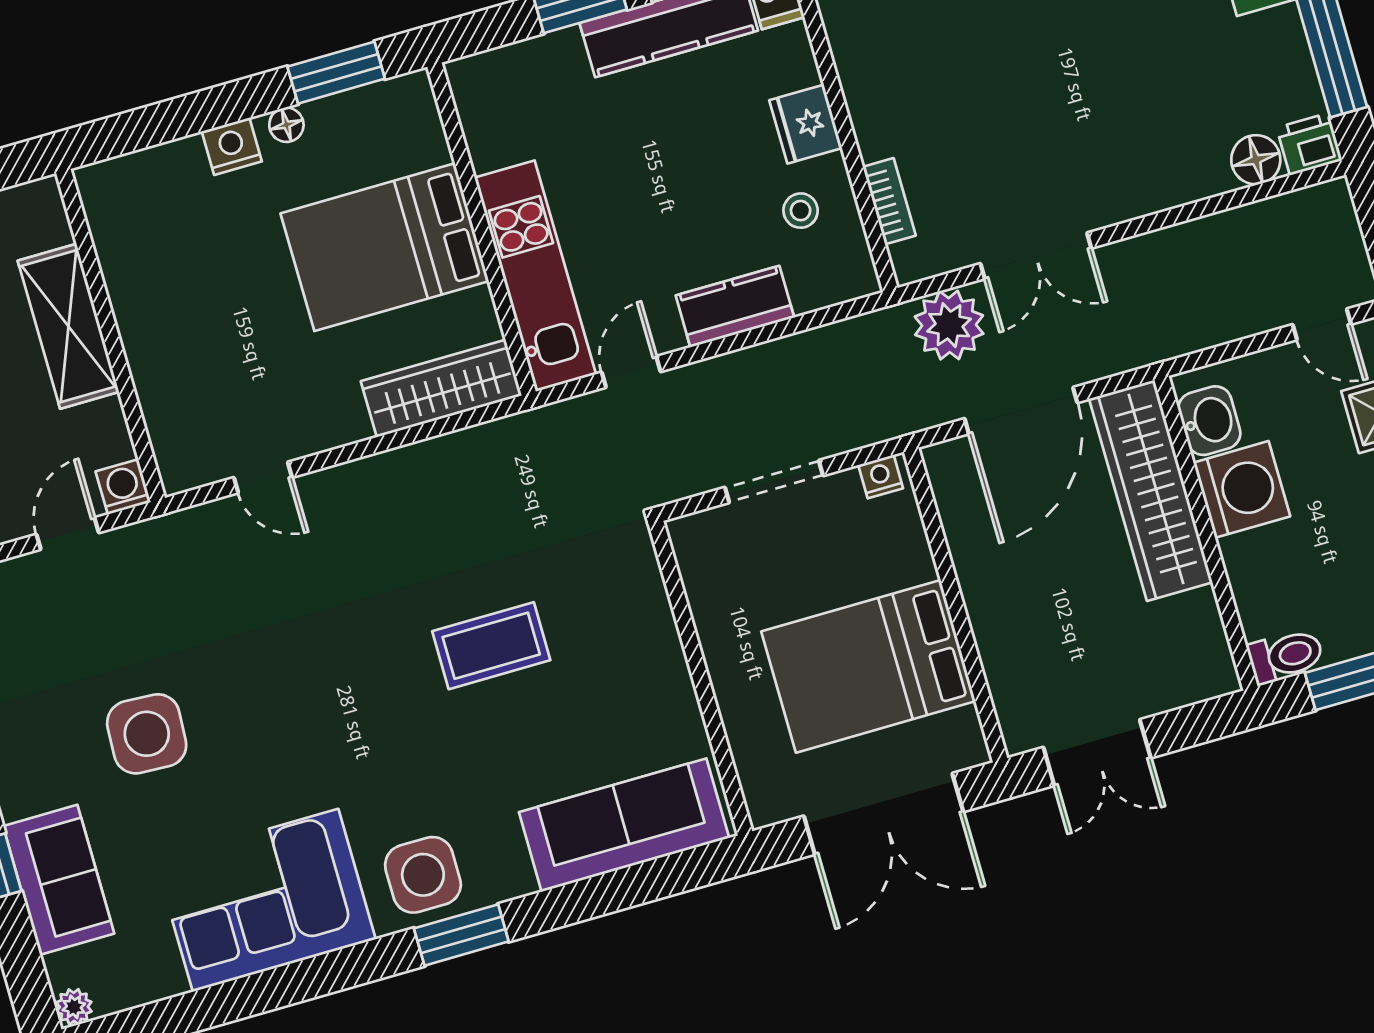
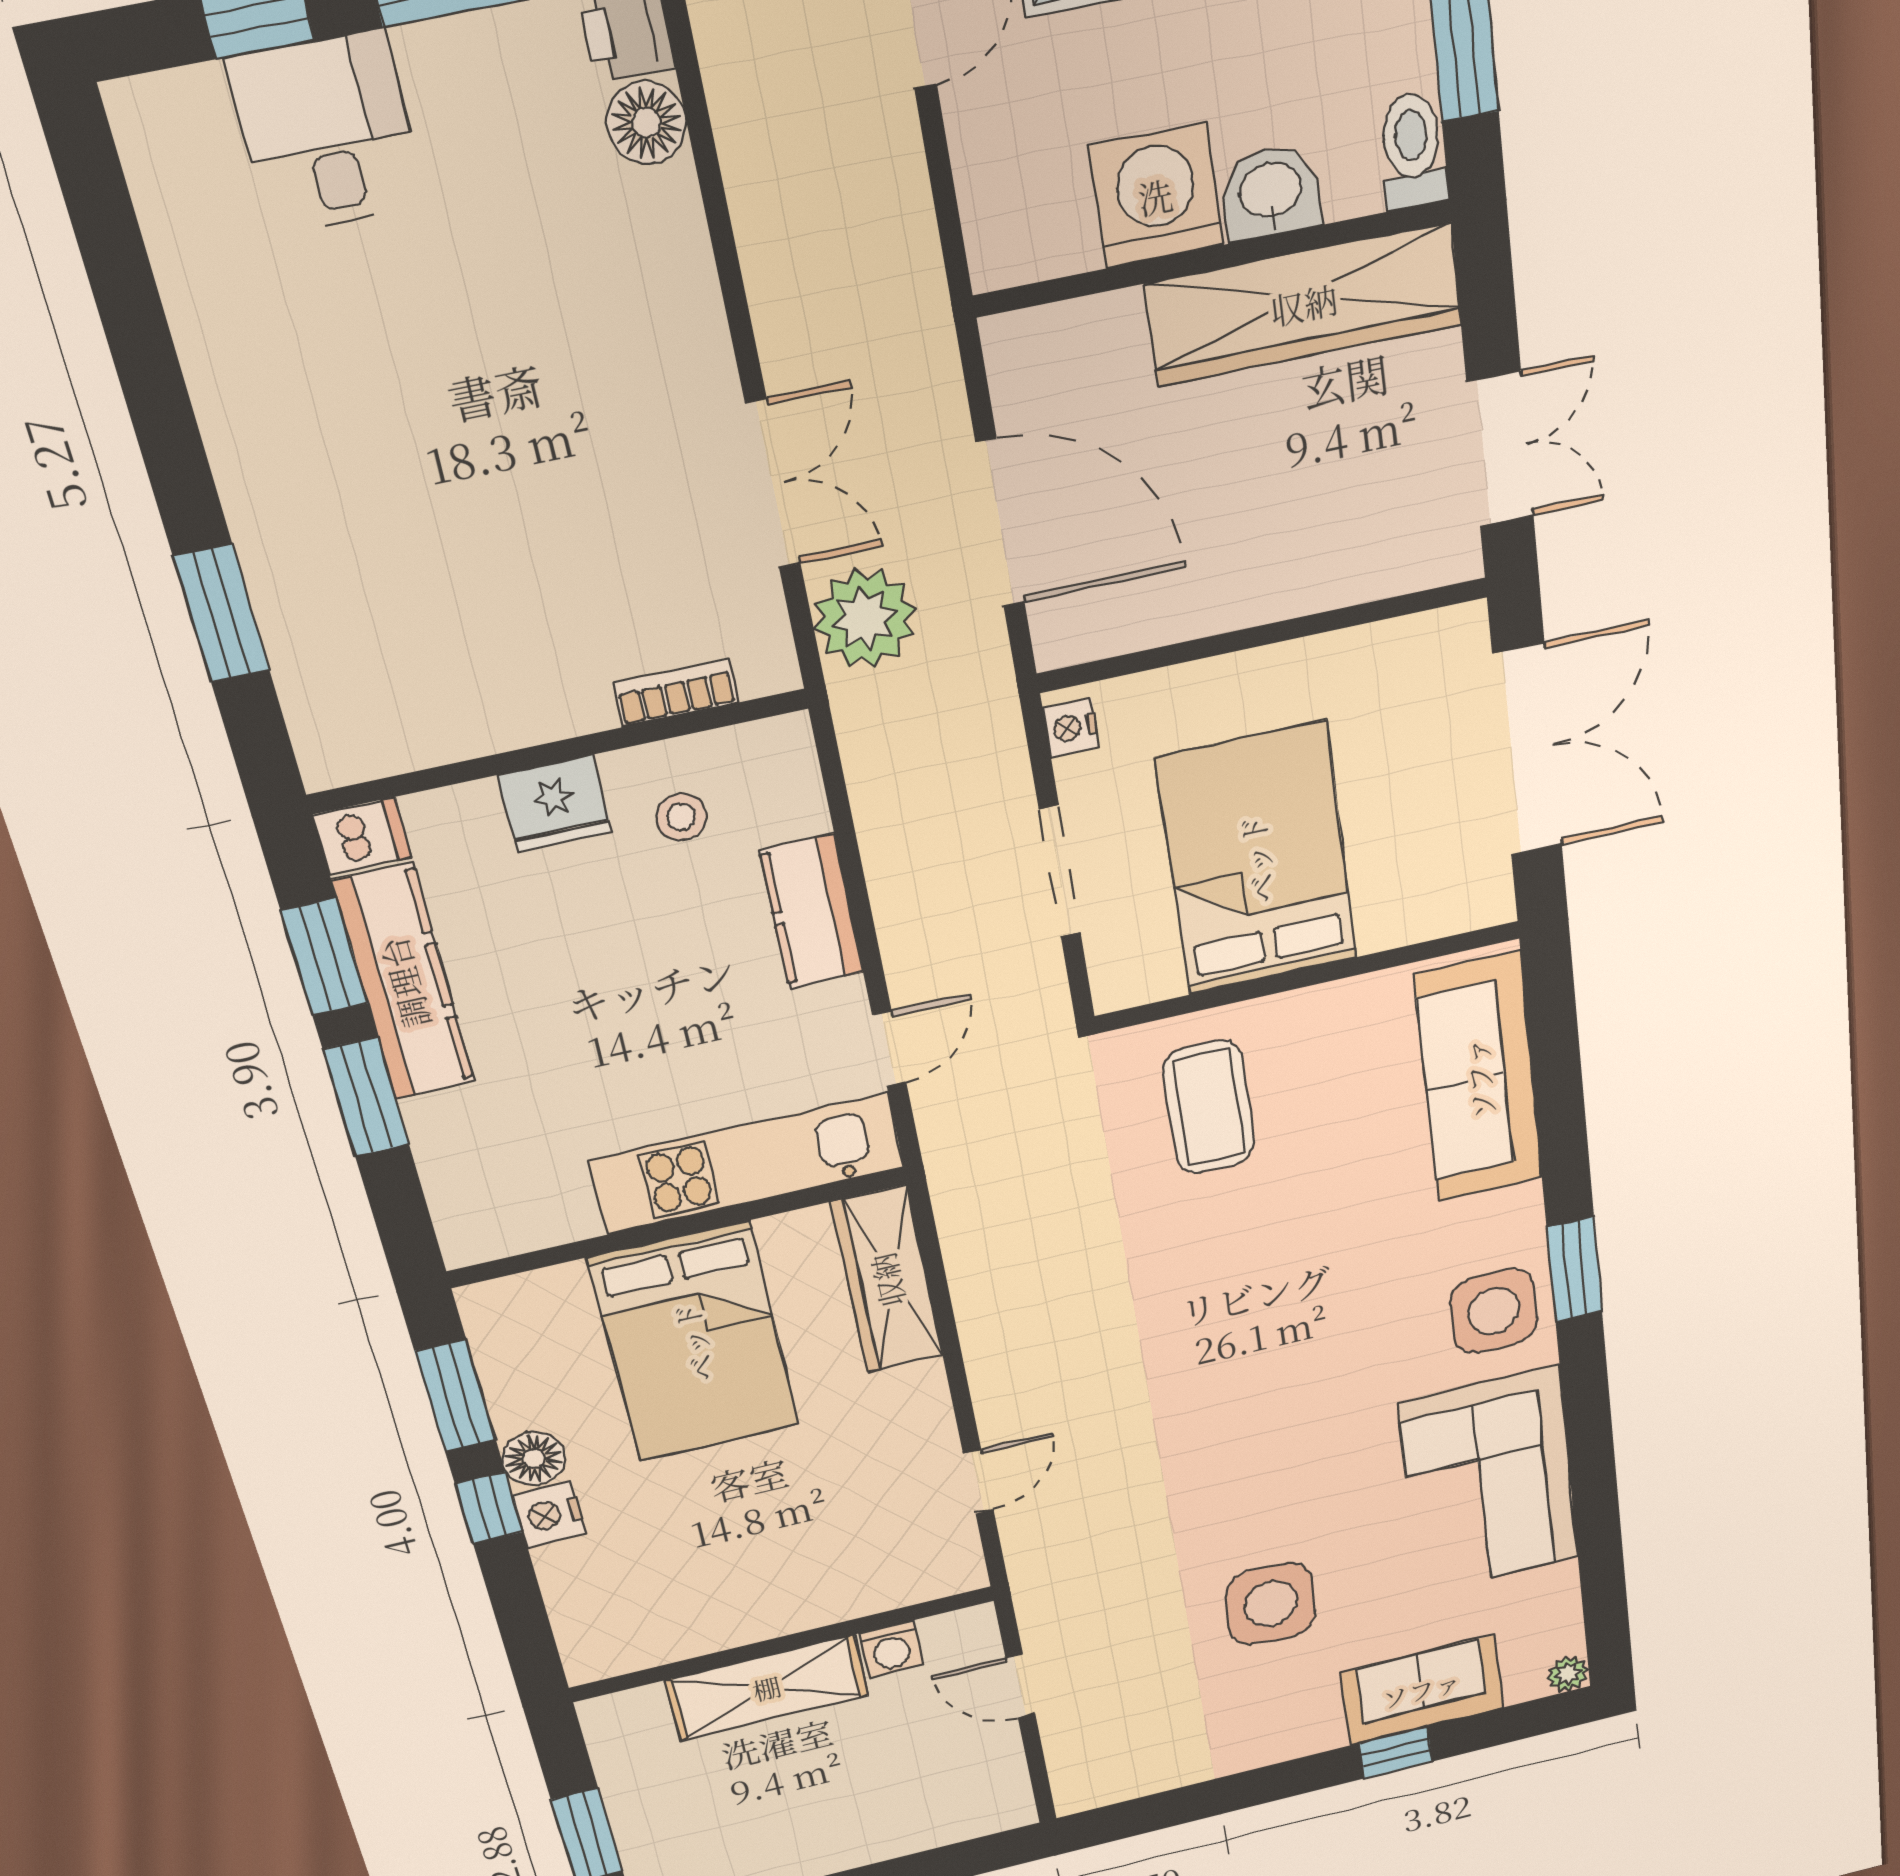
window: (238, 101) -> (489, 1508), added
floor lamp: (286, 125) -> (534, 1458), width x1.37, depth x1.37
door: (631, 372) -> (889, 1049), swing flipped
washbasin: (1209, 421) -> (1271, 192), moved
washing machine: (123, 487) -> (891, 1649), moved, turned -90
wardrobe: (1151, 490) -> (1304, 304), moved
coffee table: (491, 646) -> (1209, 1107), moved
bed: (868, 666) -> (1257, 859), moved, turned 180

